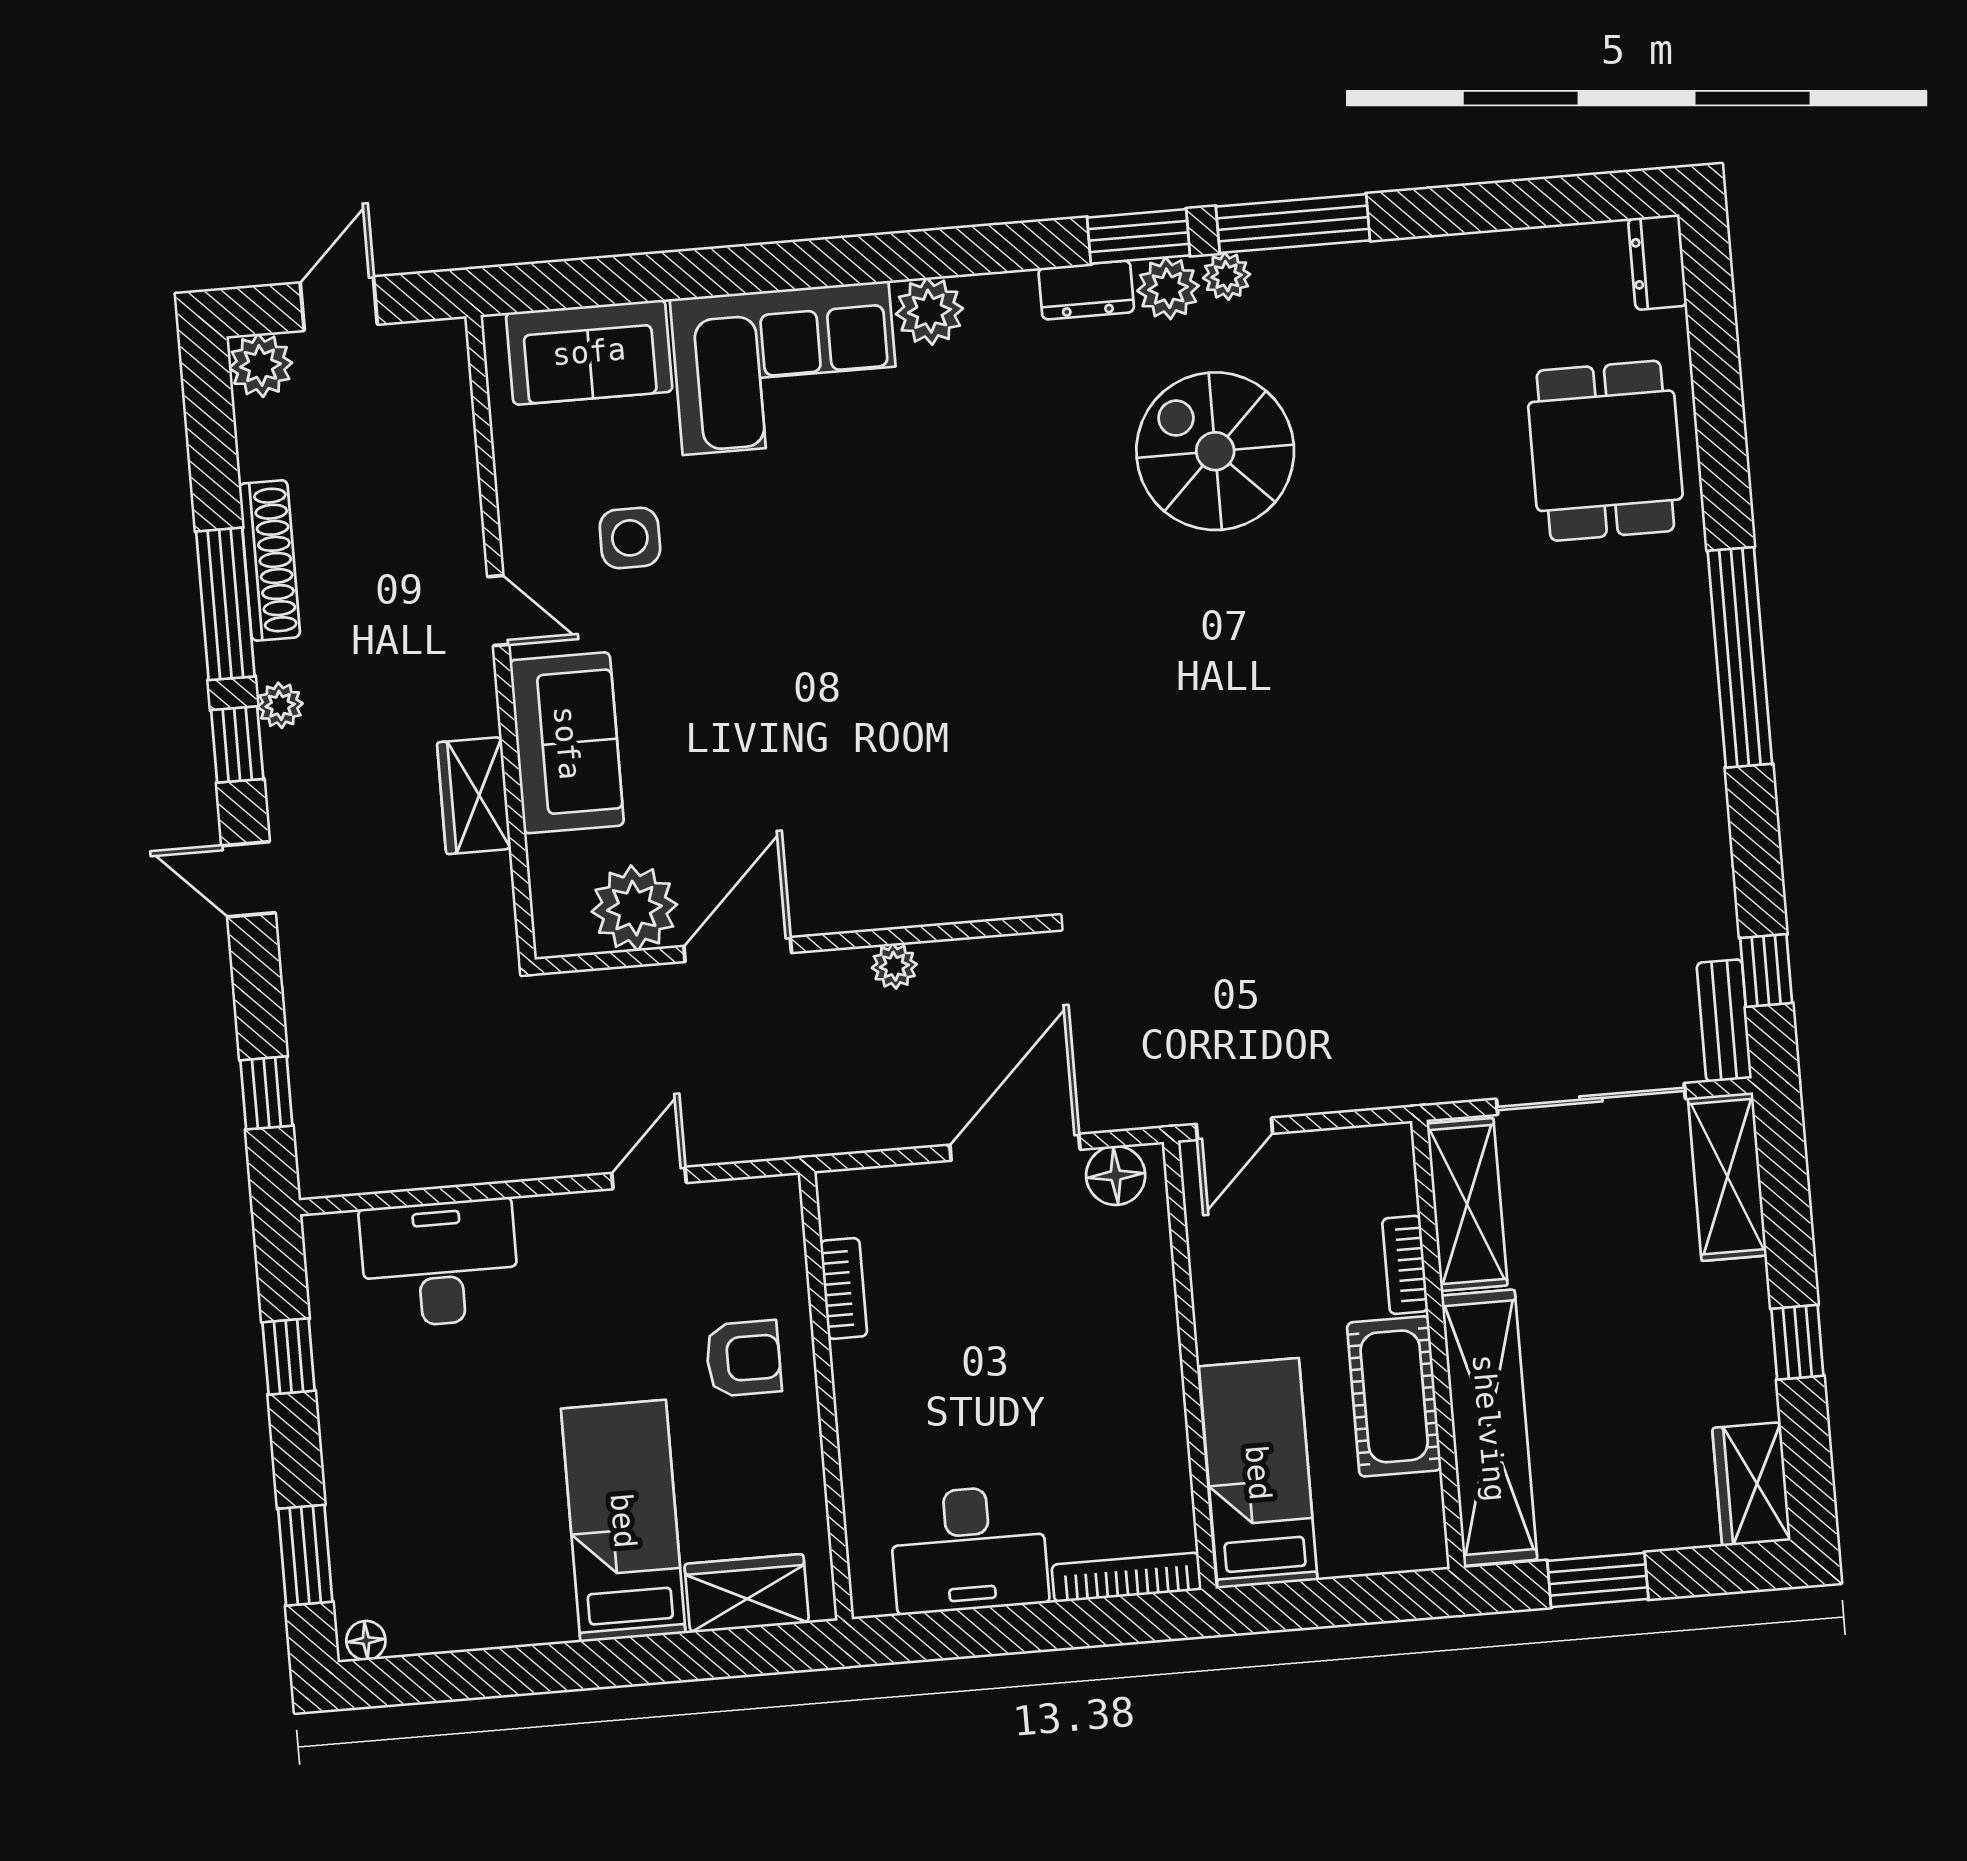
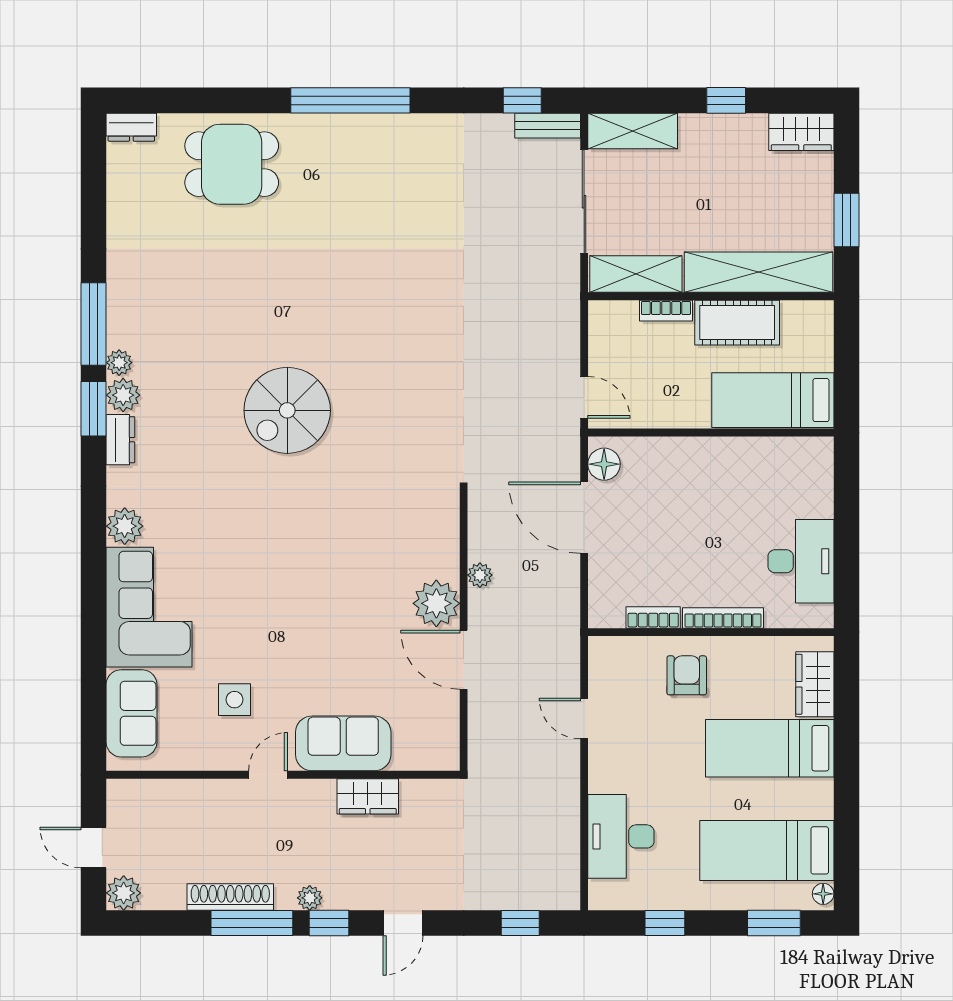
spiral stairs: (1215, 451) -> (287, 410), moved
plant: (634, 908) -> (436, 603), moved
bed: (436, 1531) -> (767, 850), added
bookcase: (1126, 1577) -> (723, 618), moved, turned 90

